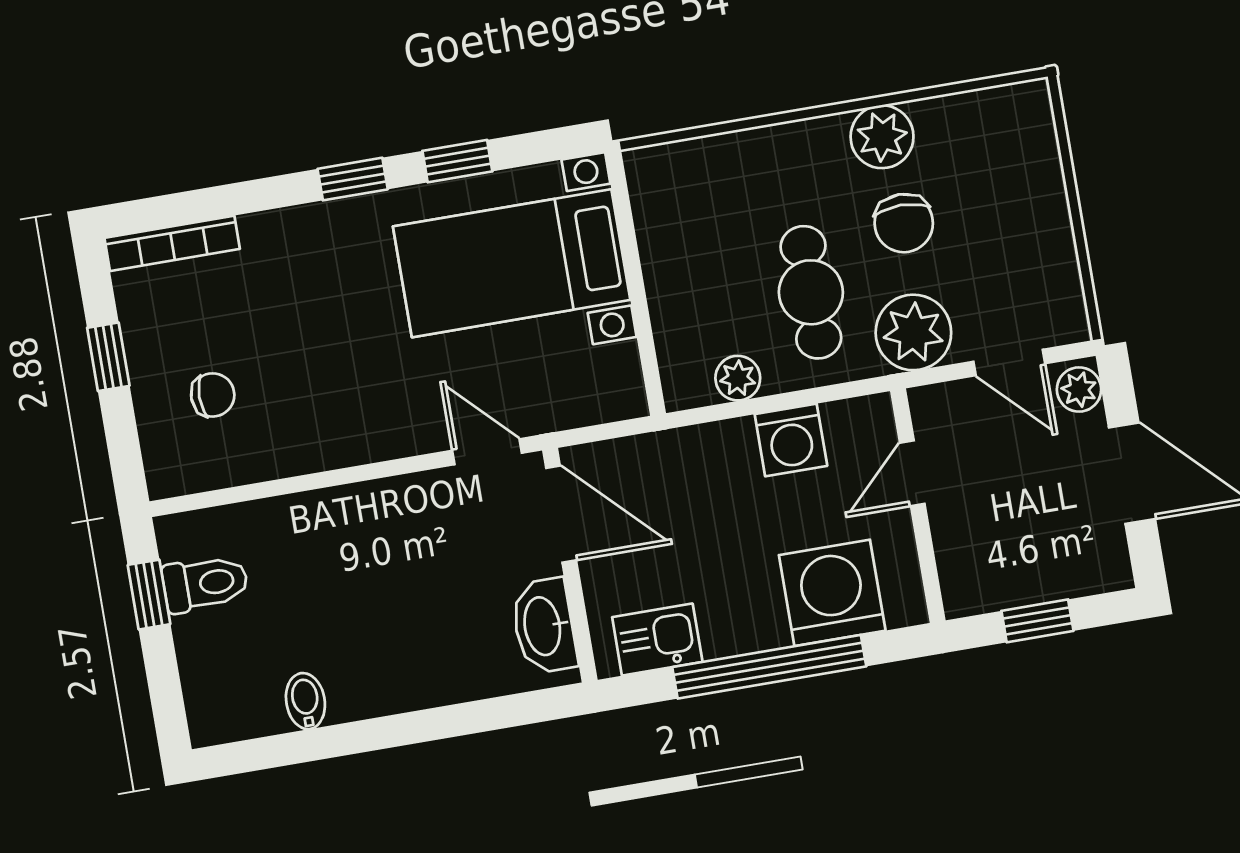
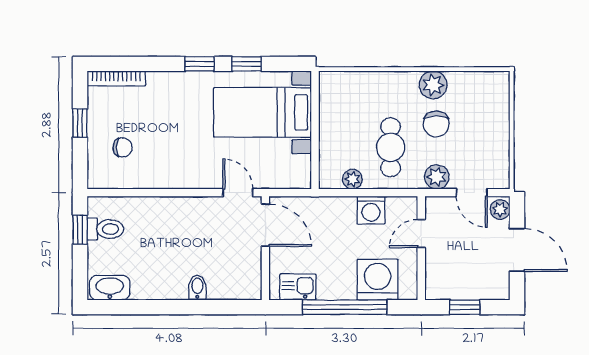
plant: (913, 332) -> (437, 177), width x0.73, depth x0.73
washbasin: (544, 626) -> (110, 288), moved, turned 90
bidet: (305, 701) -> (197, 288), moved

